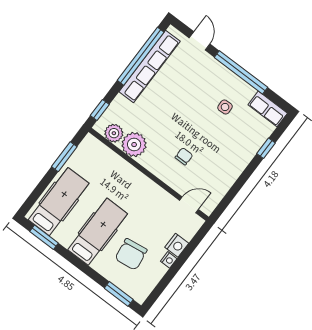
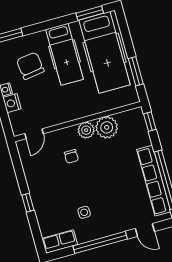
plant: (114, 133) -> (86, 130), moved
window: (266, 148) -> (28, 203), moved
hospital bed: (59, 202) -> (105, 52), width x1.37, depth x1.29

